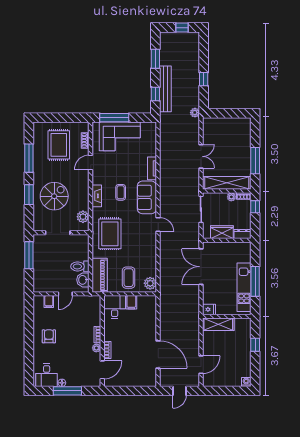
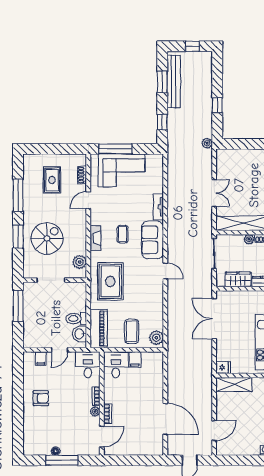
bench: (165, 89) -> (174, 81), moved
rug: (59, 145) -> (52, 180), width x0.73, depth x0.70
armchair: (49, 336) -> (41, 398), turned 90
desk: (47, 375) -> (88, 365), moved, turned 180

